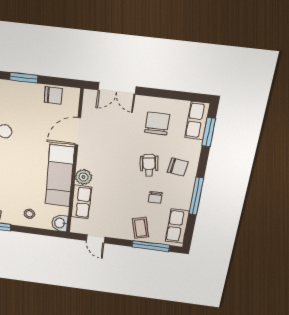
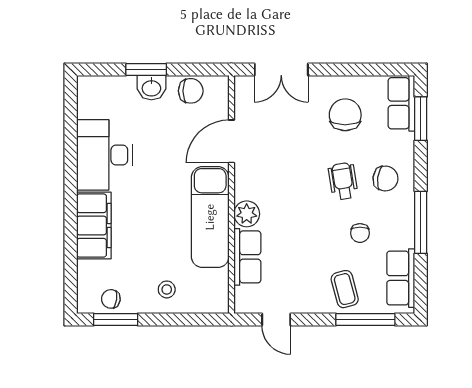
washbasin: (60, 223) -> (151, 88), moved, turned -90

